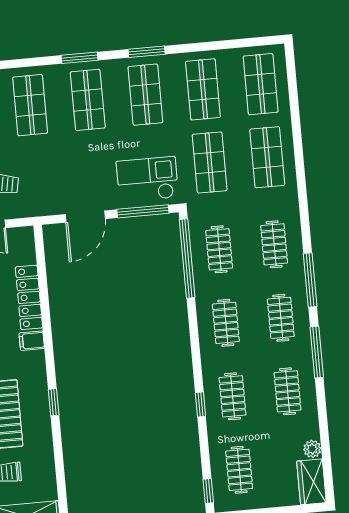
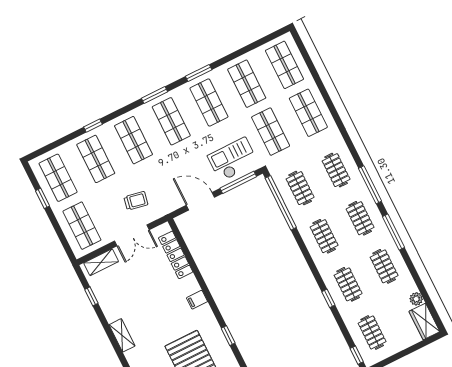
door: (85, 217) -> (200, 201), swing flipped
locker: (29, 297) -> (176, 255), moved

